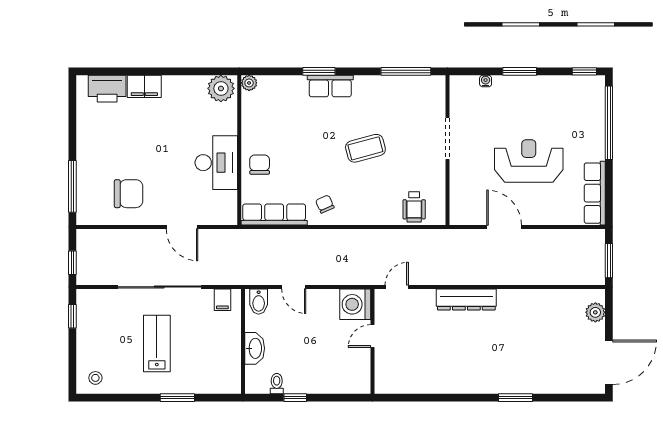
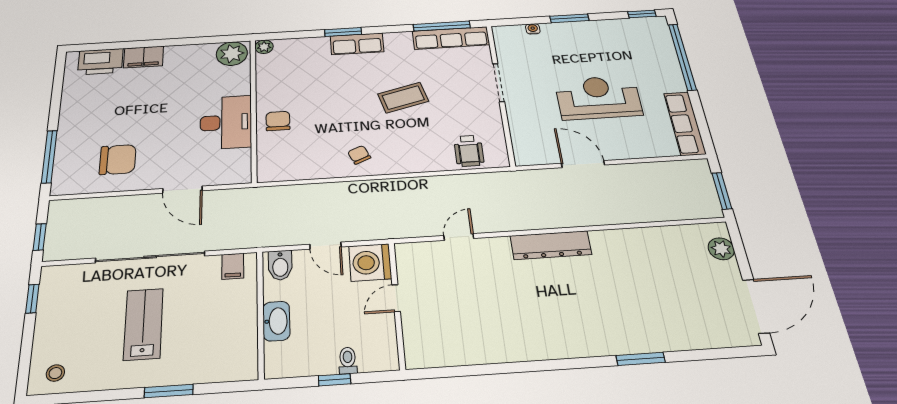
row of seats: (274, 214) -> (451, 38), moved, turned 180
washing machine: (355, 304) -> (370, 262), moved
door: (372, 336) -> (396, 298), moved
wall: (372, 341) -> (397, 305), moved
toilet: (277, 384) -> (348, 361), moved

